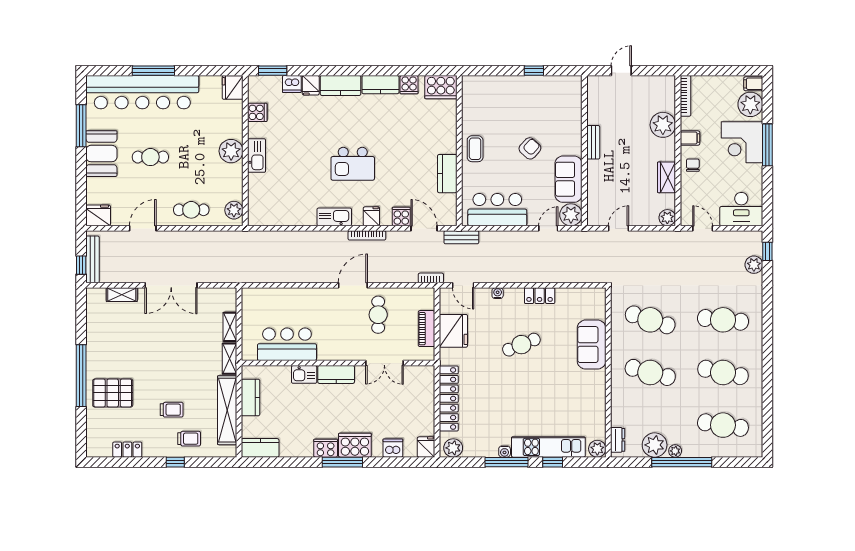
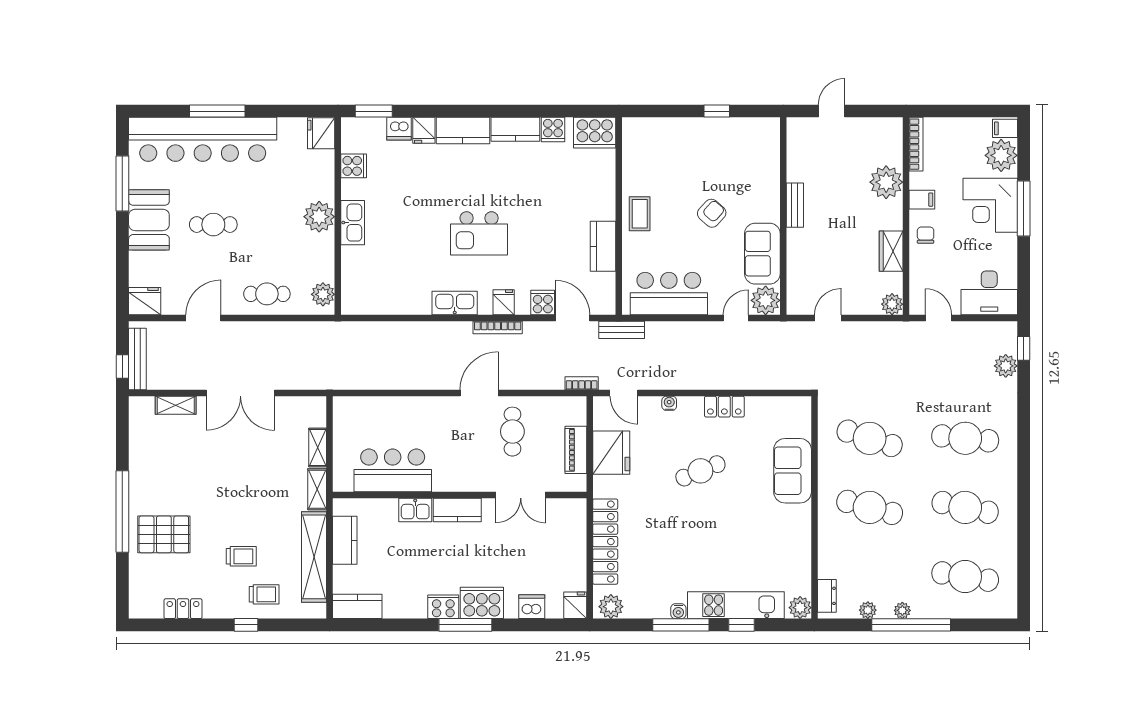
plant: (655, 445) -> (868, 610), width x0.53, depth x0.53

